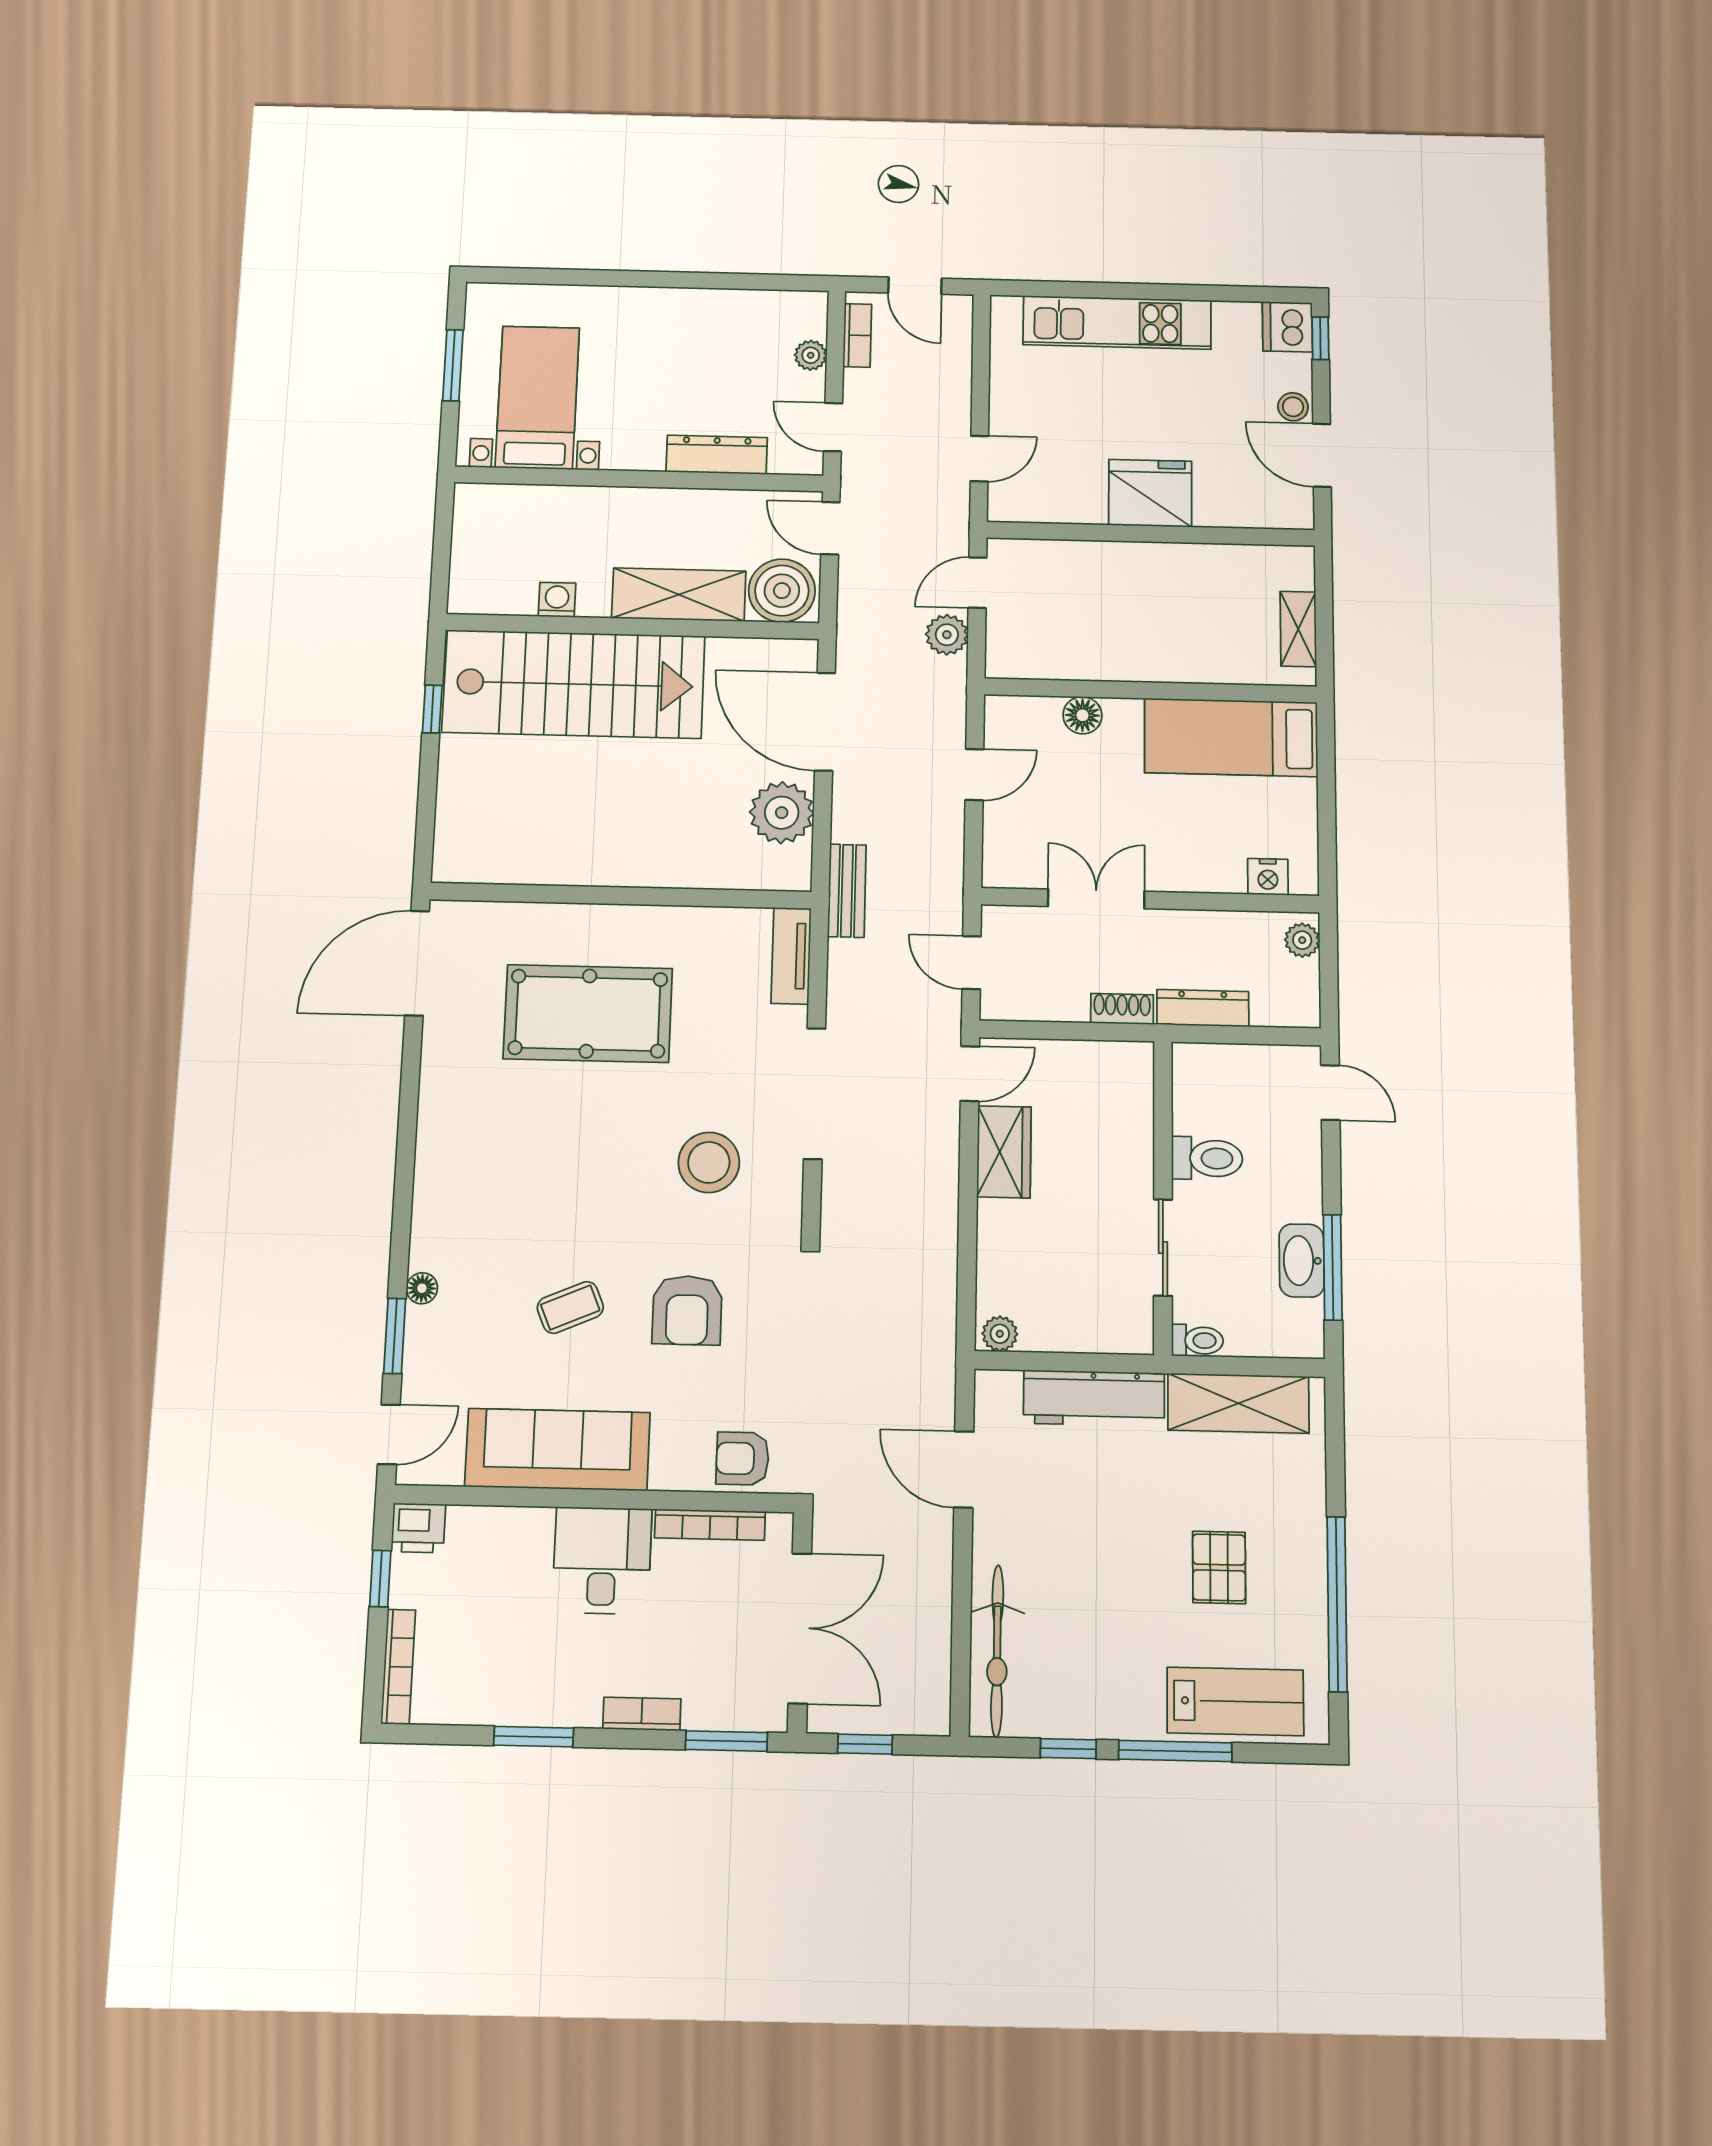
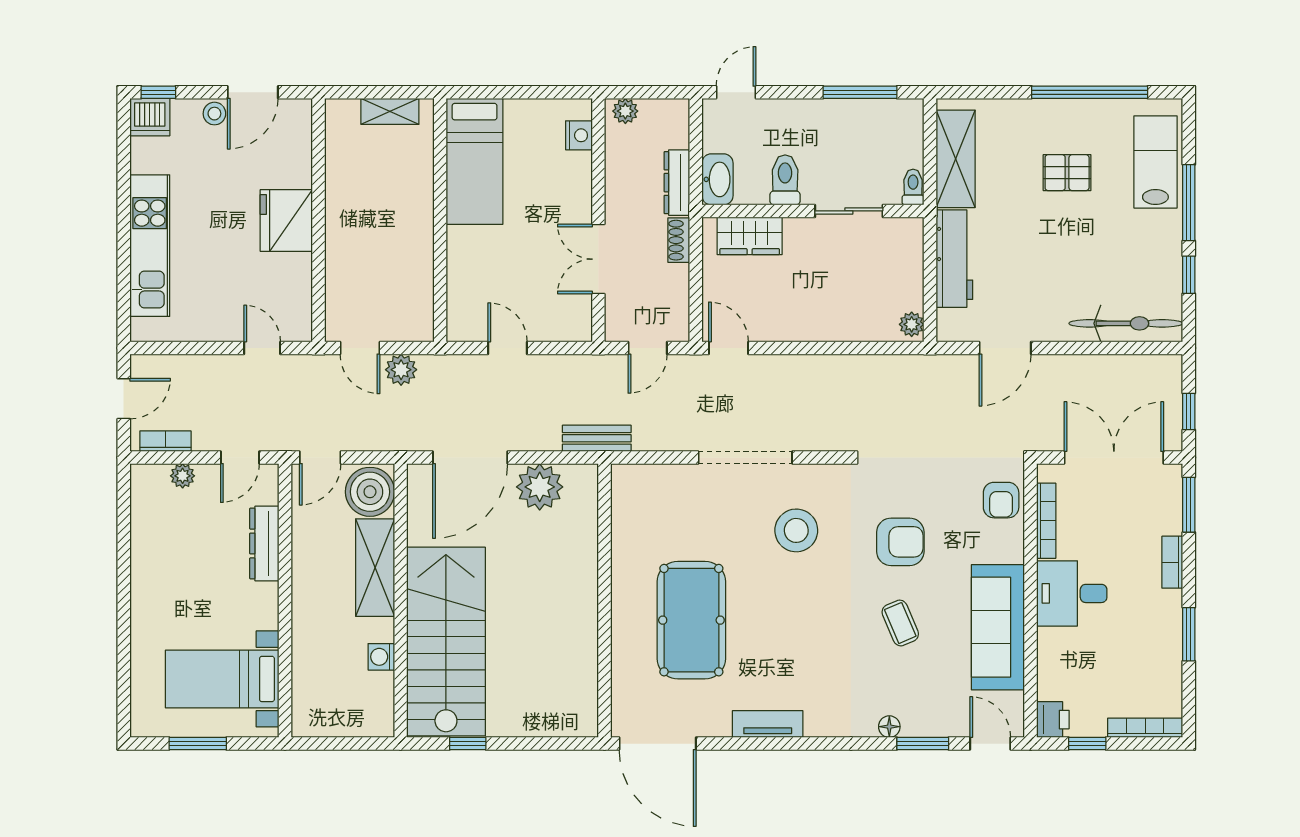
floor lamp: (1082, 715) -> (460, 270), removed
tv unit: (791, 956) -> (768, 724), moved, turned 180
wardrobe: (1004, 1152) -> (750, 236), moved, turned 180
washbasin: (1302, 1261) -> (717, 179), moved, turned -90

